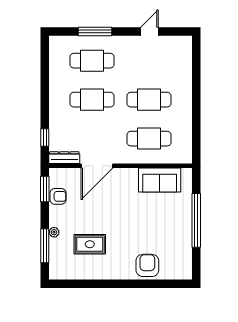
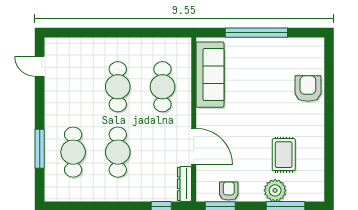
door: (149, 31) -> (40, 66), moved
sofa: (160, 180) -> (210, 75), width x1.36
plant: (54, 232) -> (275, 190), width x1.87, depth x1.87
armchair: (147, 265) -> (308, 89), turned 90

